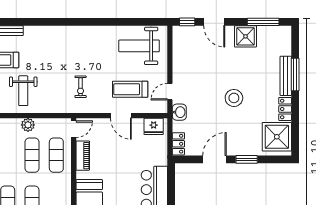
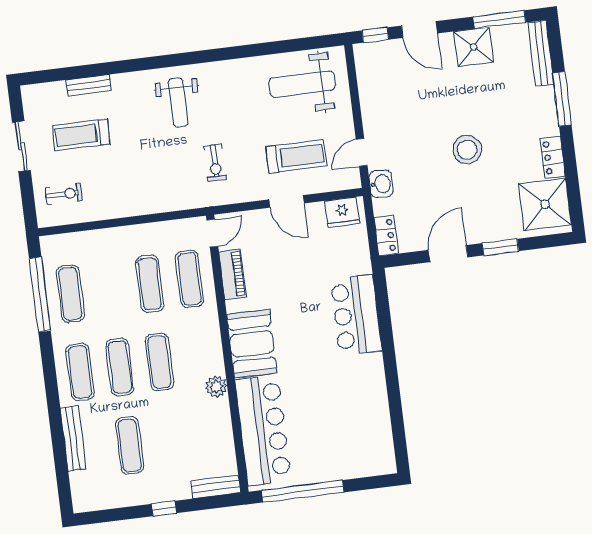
bench: (286, 76) -> (541, 53), moved
treadmill: (130, 89) -> (296, 156), turned 180
weight bench: (23, 91) -> (178, 102), moved
plant: (28, 125) -> (137, 235), removed

